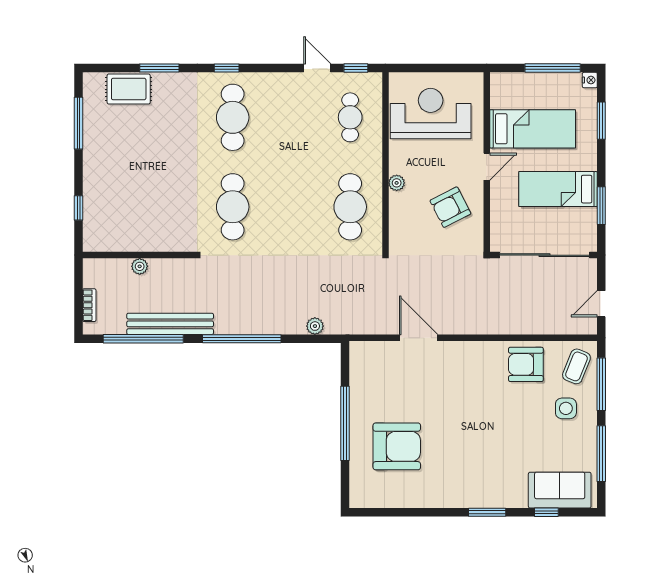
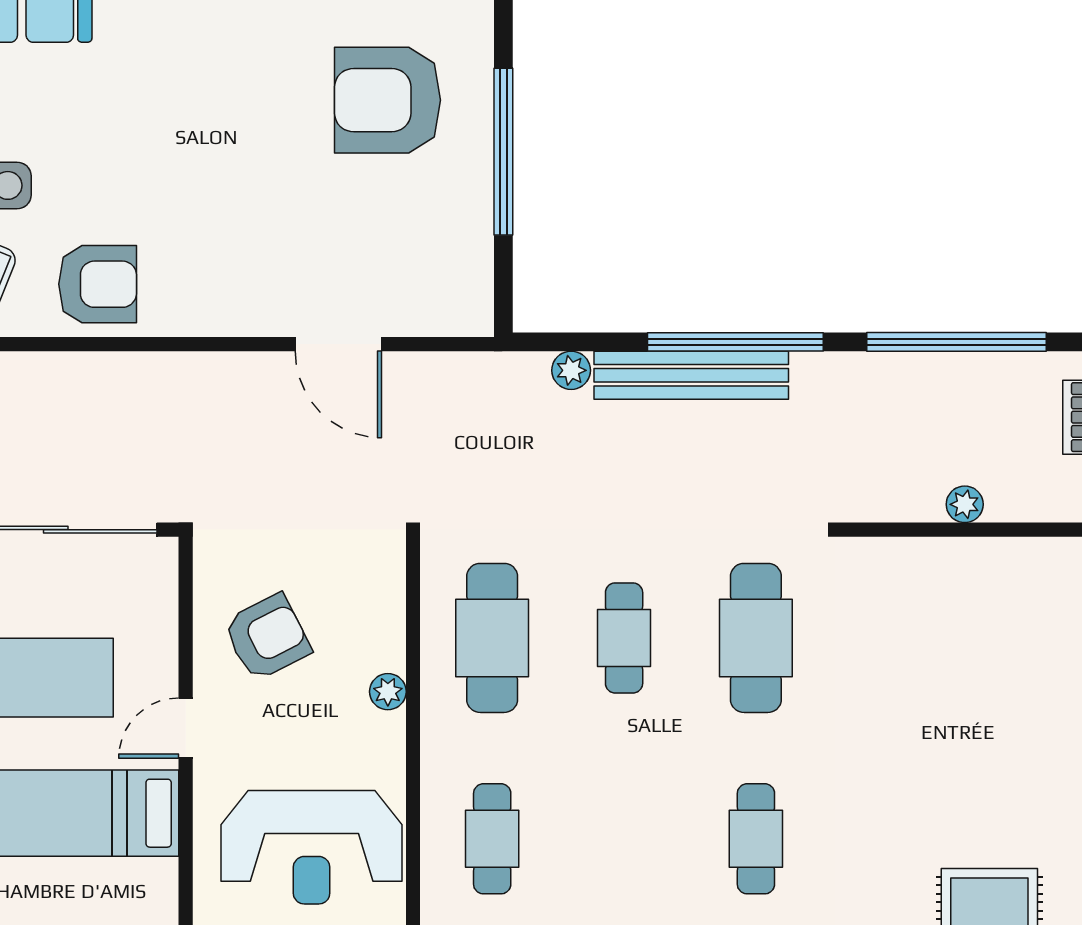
cafe table: (233, 117) -> (756, 839), width x0.73, depth x0.74
cafe table: (291, 207) -> (624, 638), added
bench: (170, 324) -> (691, 375), moved

